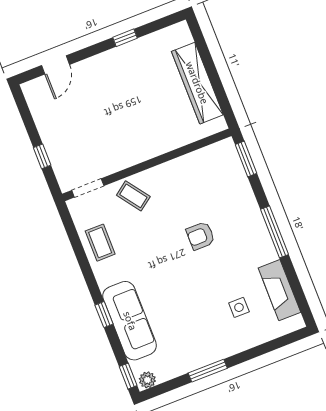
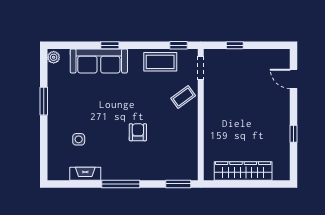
coffee table: (100, 243) -> (160, 62), width x1.36, depth x1.30
fireplace: (279, 290) -> (85, 174), width x0.73, depth x0.76
window: (128, 376) -> (178, 45), moved

